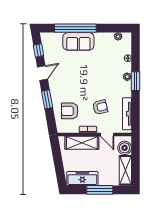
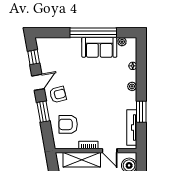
window: (75, 28) -> (93, 33), moved
sofa: (78, 41) -> (99, 47), moved
window: (136, 81) -> (141, 112), moved
armchair: (100, 107) -> (58, 95), moved

